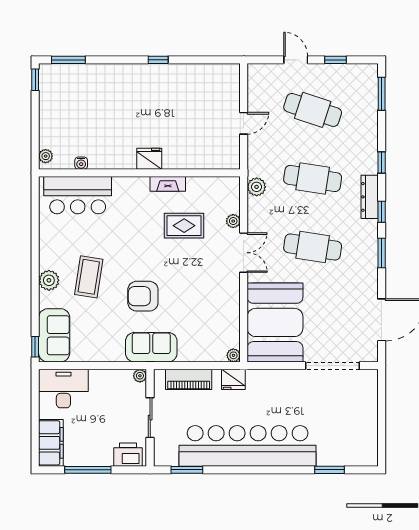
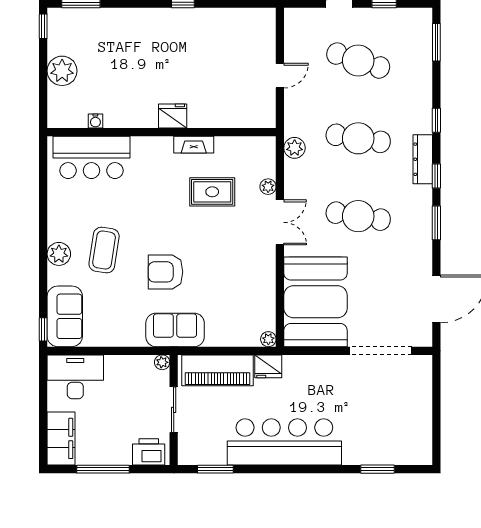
plant: (46, 156) -> (62, 71), moved, width x1.88, depth x1.88
piano: (189, 379) -> (218, 370), width x1.37, depth x1.33
bar counter: (248, 446) -> (284, 442), width x0.73

